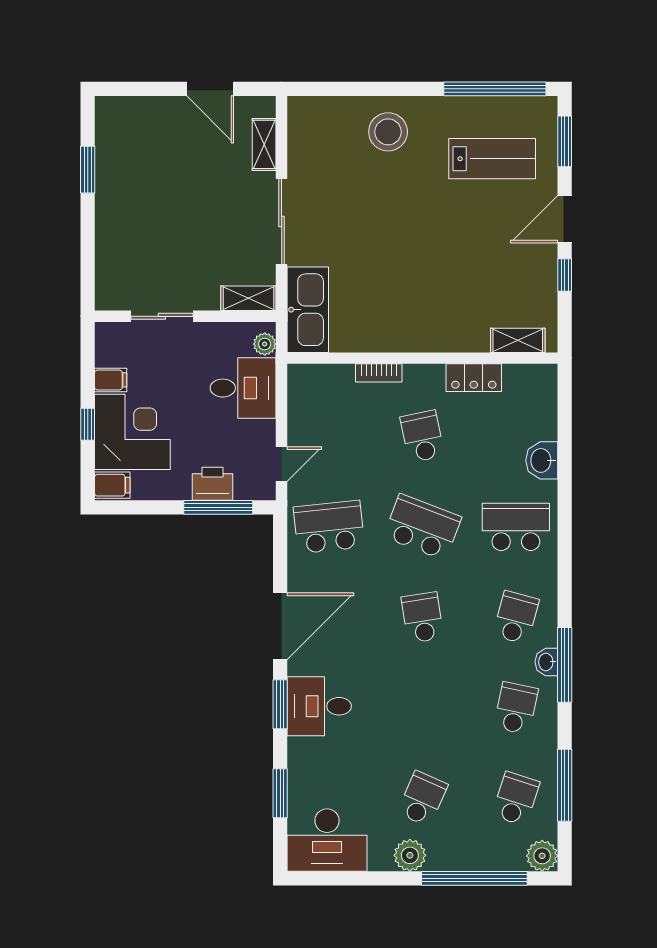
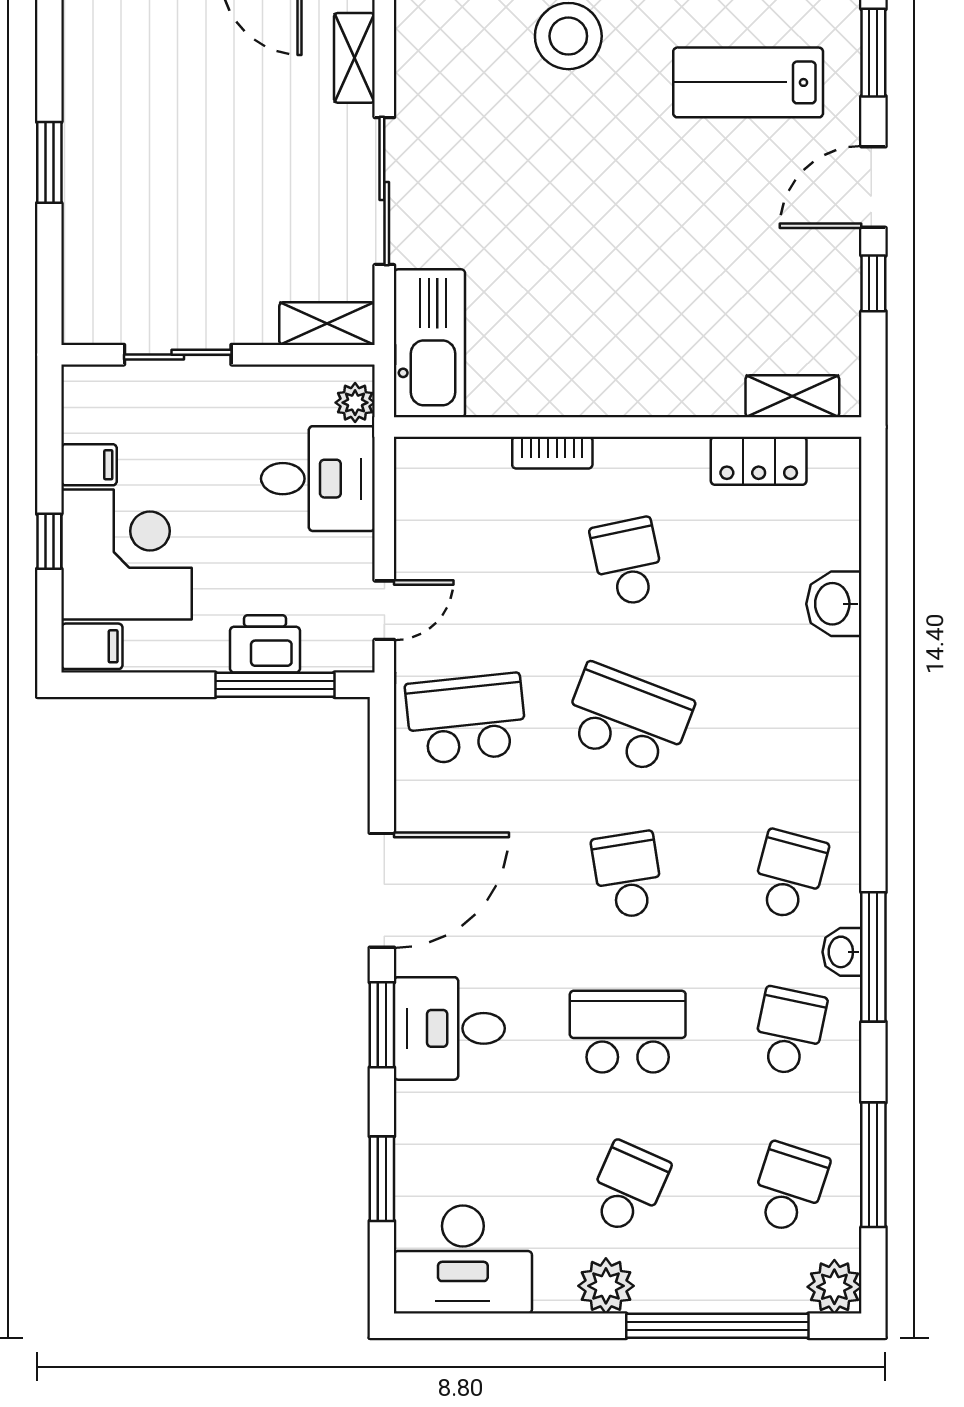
lab bench: (492, 159) -> (748, 82), turned 180
window: (88, 170) -> (49, 162), moved
locker: (474, 378) -> (759, 461), moved
school desk: (516, 527) -> (628, 1032), moved

